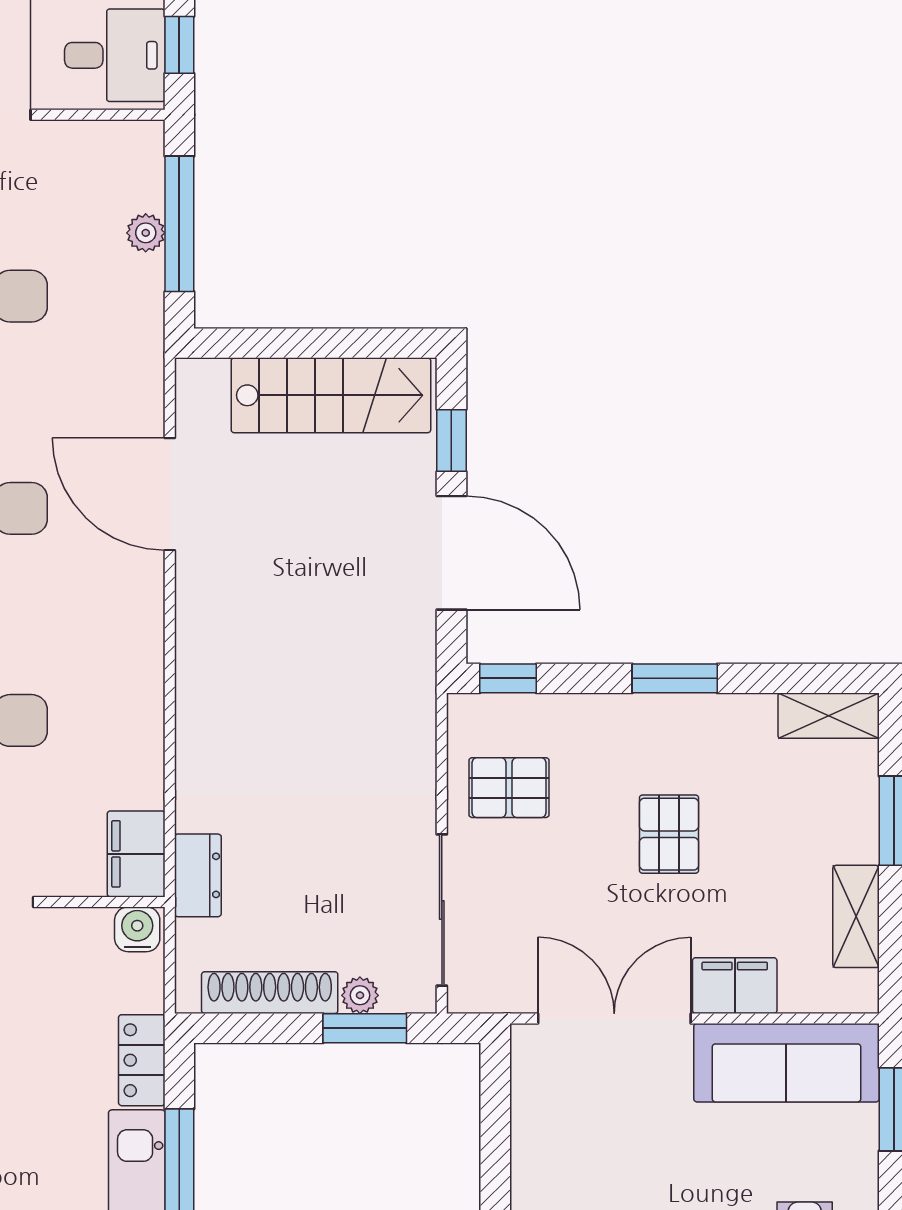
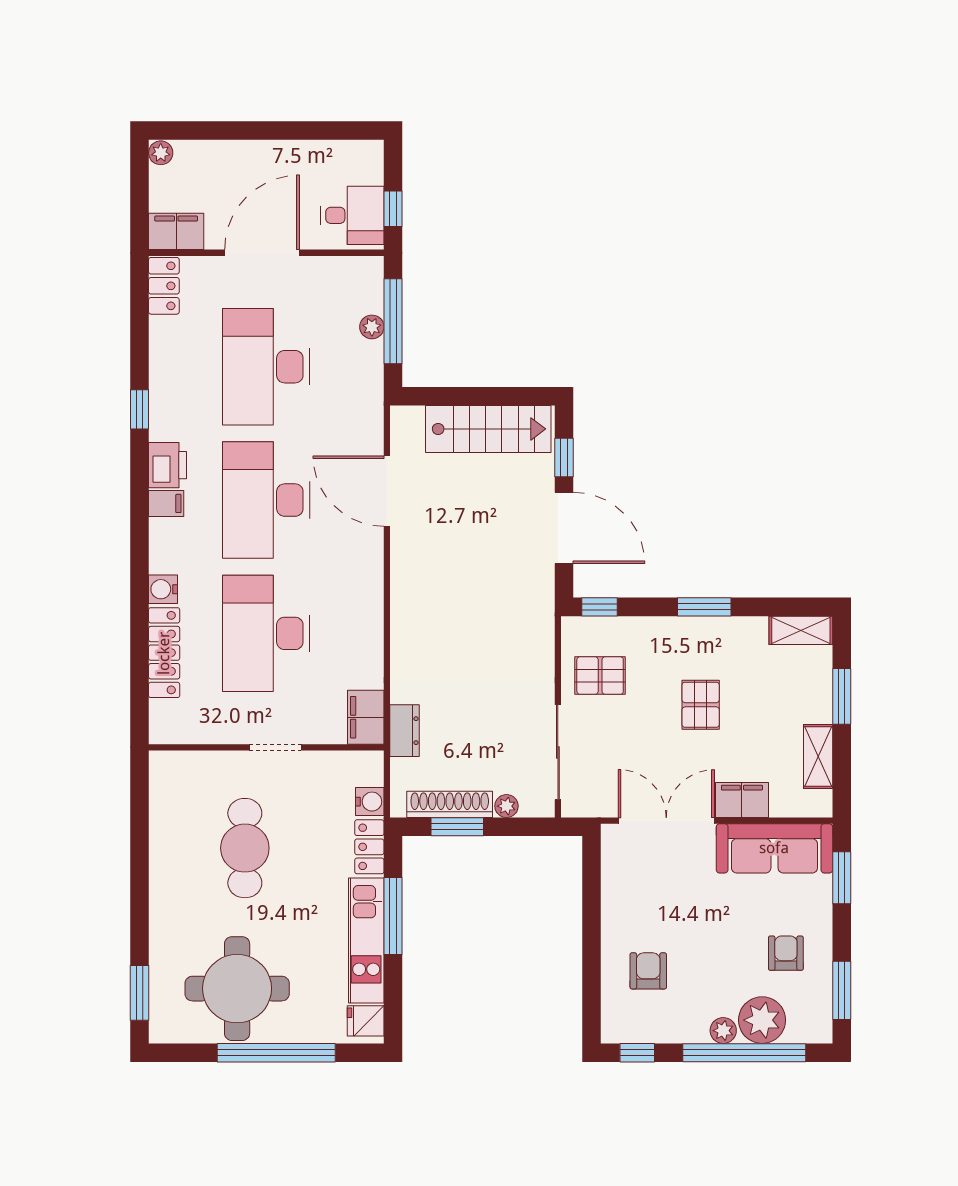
water cooler: (137, 929) -> (370, 802), moved, turned 90
window: (365, 1028) -> (457, 827), moved

